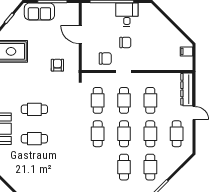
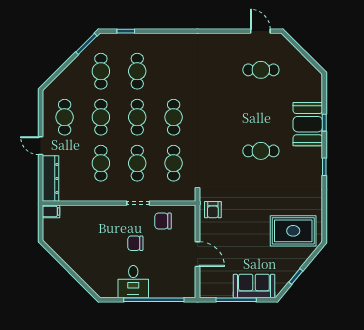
filing cabinet: (186, 51) -> (51, 211), moved
armchair: (57, 65) -> (213, 210), moved
cafe table: (34, 139) -> (261, 70), moved

